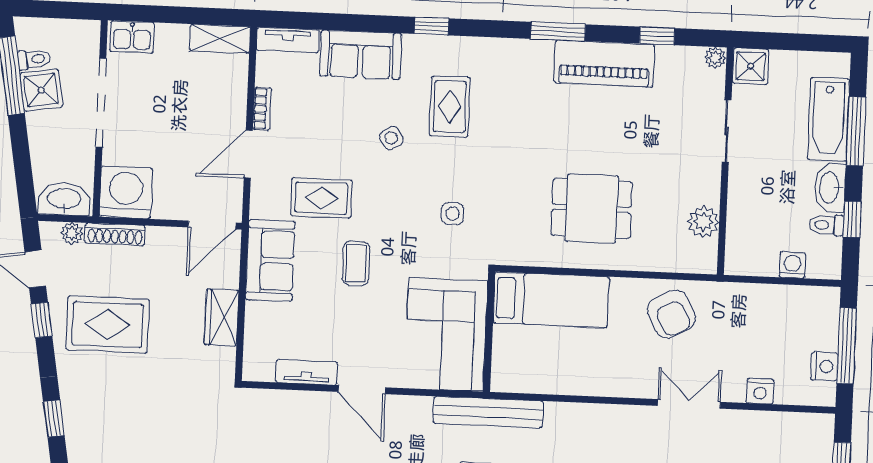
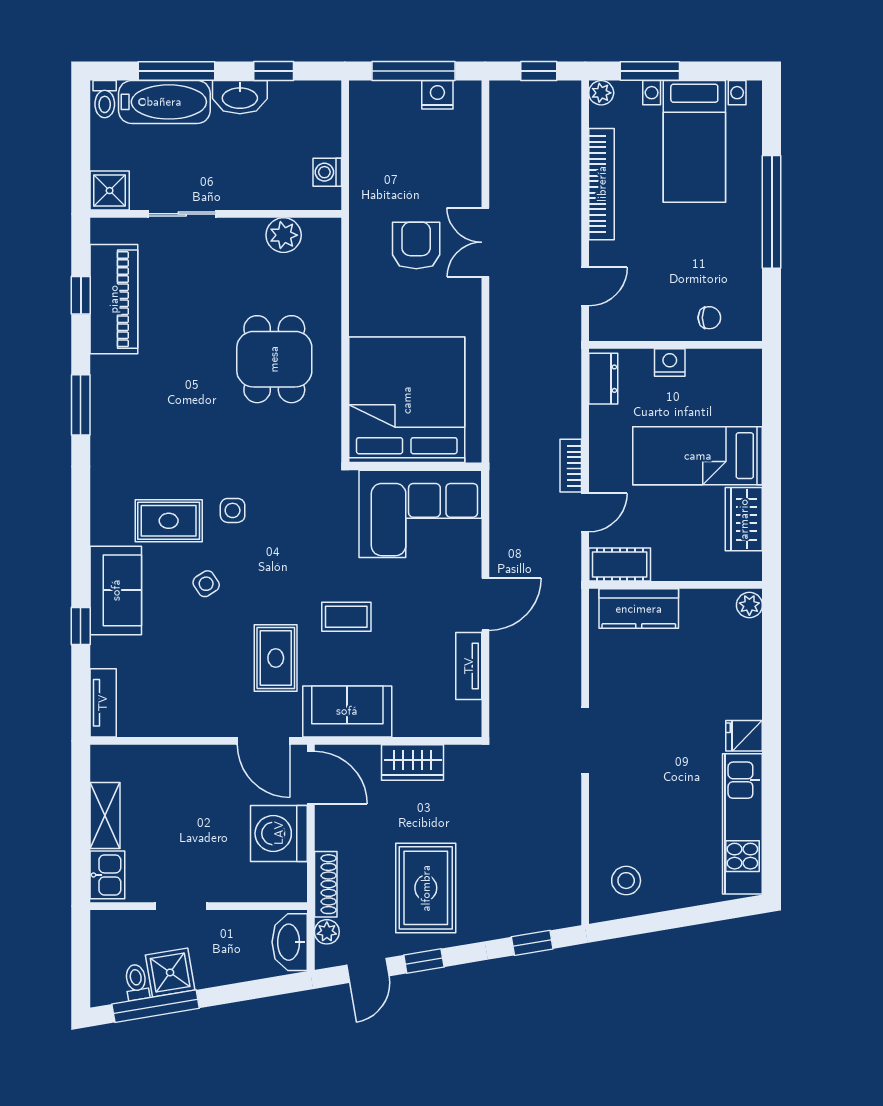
window: (432, 26) -> (81, 626), moved
shelving: (220, 39) -> (105, 815), moved
sofa: (361, 55) -> (116, 590), moved
plant: (715, 58) -> (102, 230), removed
piano: (604, 64) -> (114, 299), moved
doorway: (101, 103) -> (181, 906), width x0.53
bookcase: (262, 109) -> (180, 728), removed
door: (248, 154) -> (264, 741), moved
washing machine: (126, 192) -> (279, 833), moved
side table: (453, 214) -> (233, 510), moved
toilet: (826, 225) -> (105, 99), moved
washing machine: (792, 265) -> (327, 172), moved
bed: (551, 300) -> (407, 400), width x2.04
armchair: (671, 314) -> (416, 246), moved, turned -63
nightstand: (760, 391) -> (468, 164), removed
bench: (488, 412) -> (504, 464), removed

